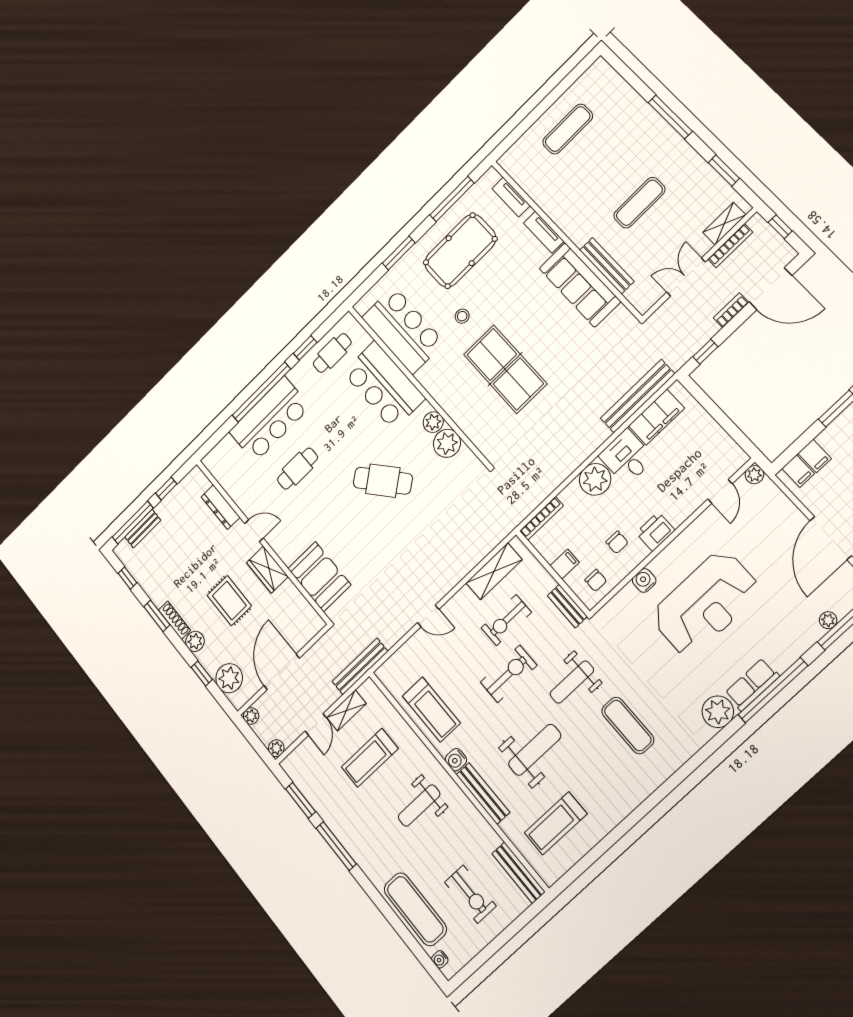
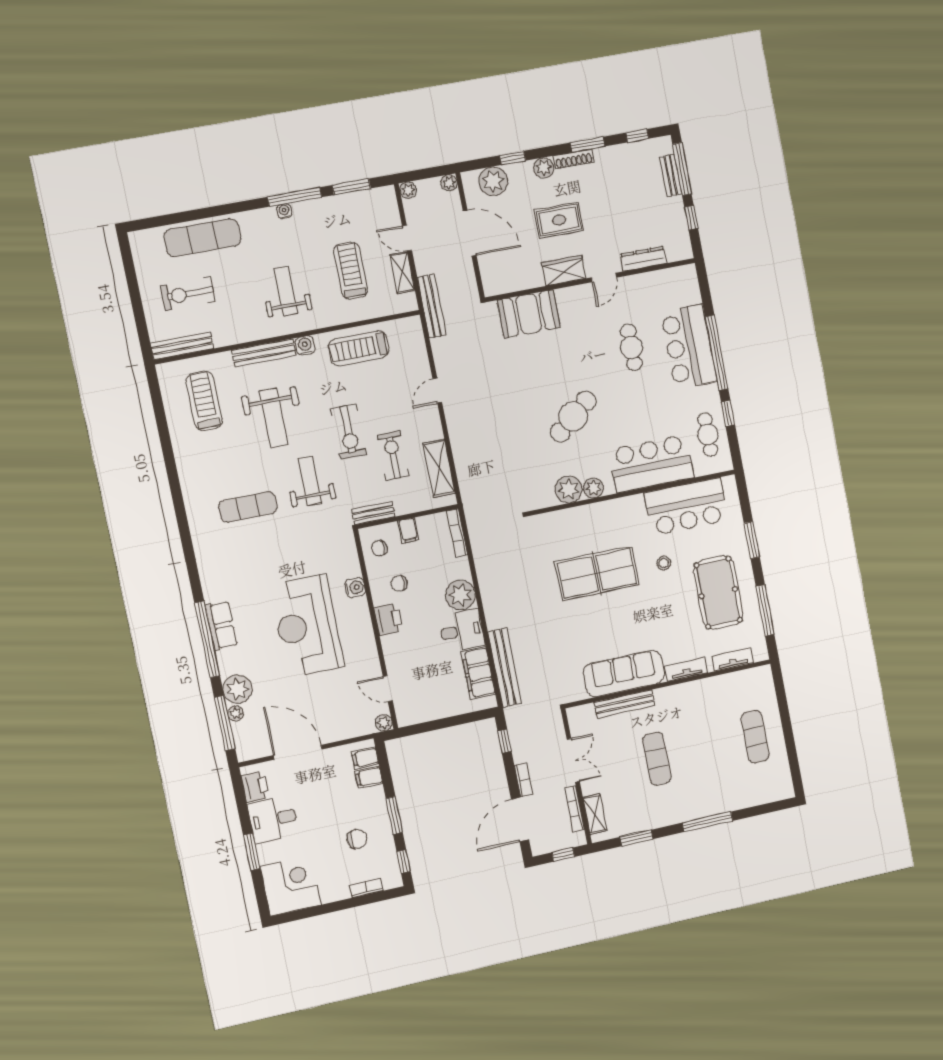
plant: (718, 712) -> (238, 689), moved
water cooler: (440, 959) -> (284, 211), moved

